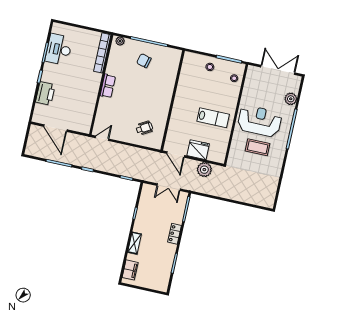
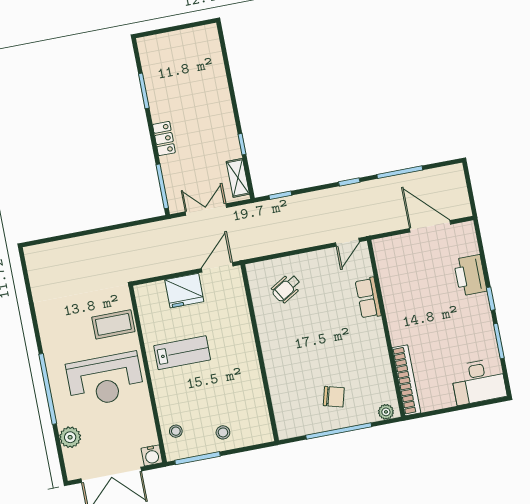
desk: (59, 49) -> (479, 382), moved, turned 90
water cooler: (252, 71) -> (152, 455), added
row of seats: (108, 86) -> (368, 298), moved
lab bench: (213, 118) -> (182, 353), turned 180
coffee table: (258, 147) -> (113, 324), moved
door: (176, 155) -> (217, 267), hinge flipped
plant: (204, 170) -> (160, 263), removed
shelving: (135, 243) -> (238, 178), moved
filing cabinet: (130, 270) -> (211, 49), removed

